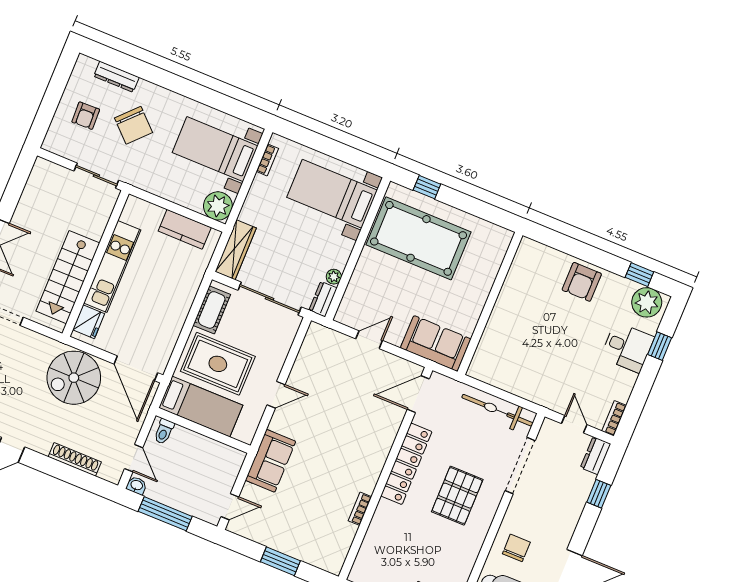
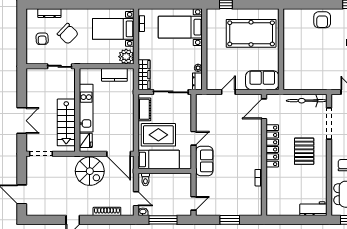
pool table: (419, 238) -> (251, 33), moved
spiral stairs: (74, 378) -> (90, 171), turned -90
sofa: (270, 461) -> (204, 161), moved

